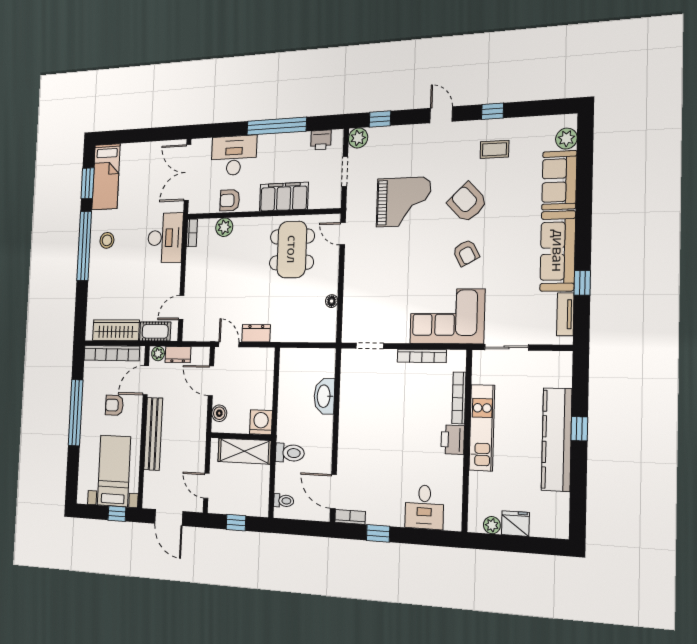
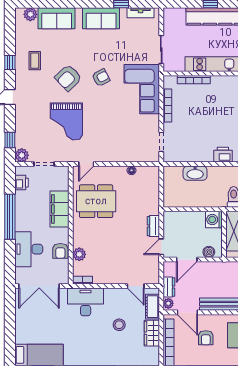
grand piano: (403, 202) -> (66, 121), turned 180
stool: (107, 240) -> (119, 325), moved
sofa: (558, 251) -> (101, 18), width x0.73
wardrobe: (116, 330) -> (152, 333), width x0.67
printer: (453, 440) -> (223, 155), moved, turned 180

